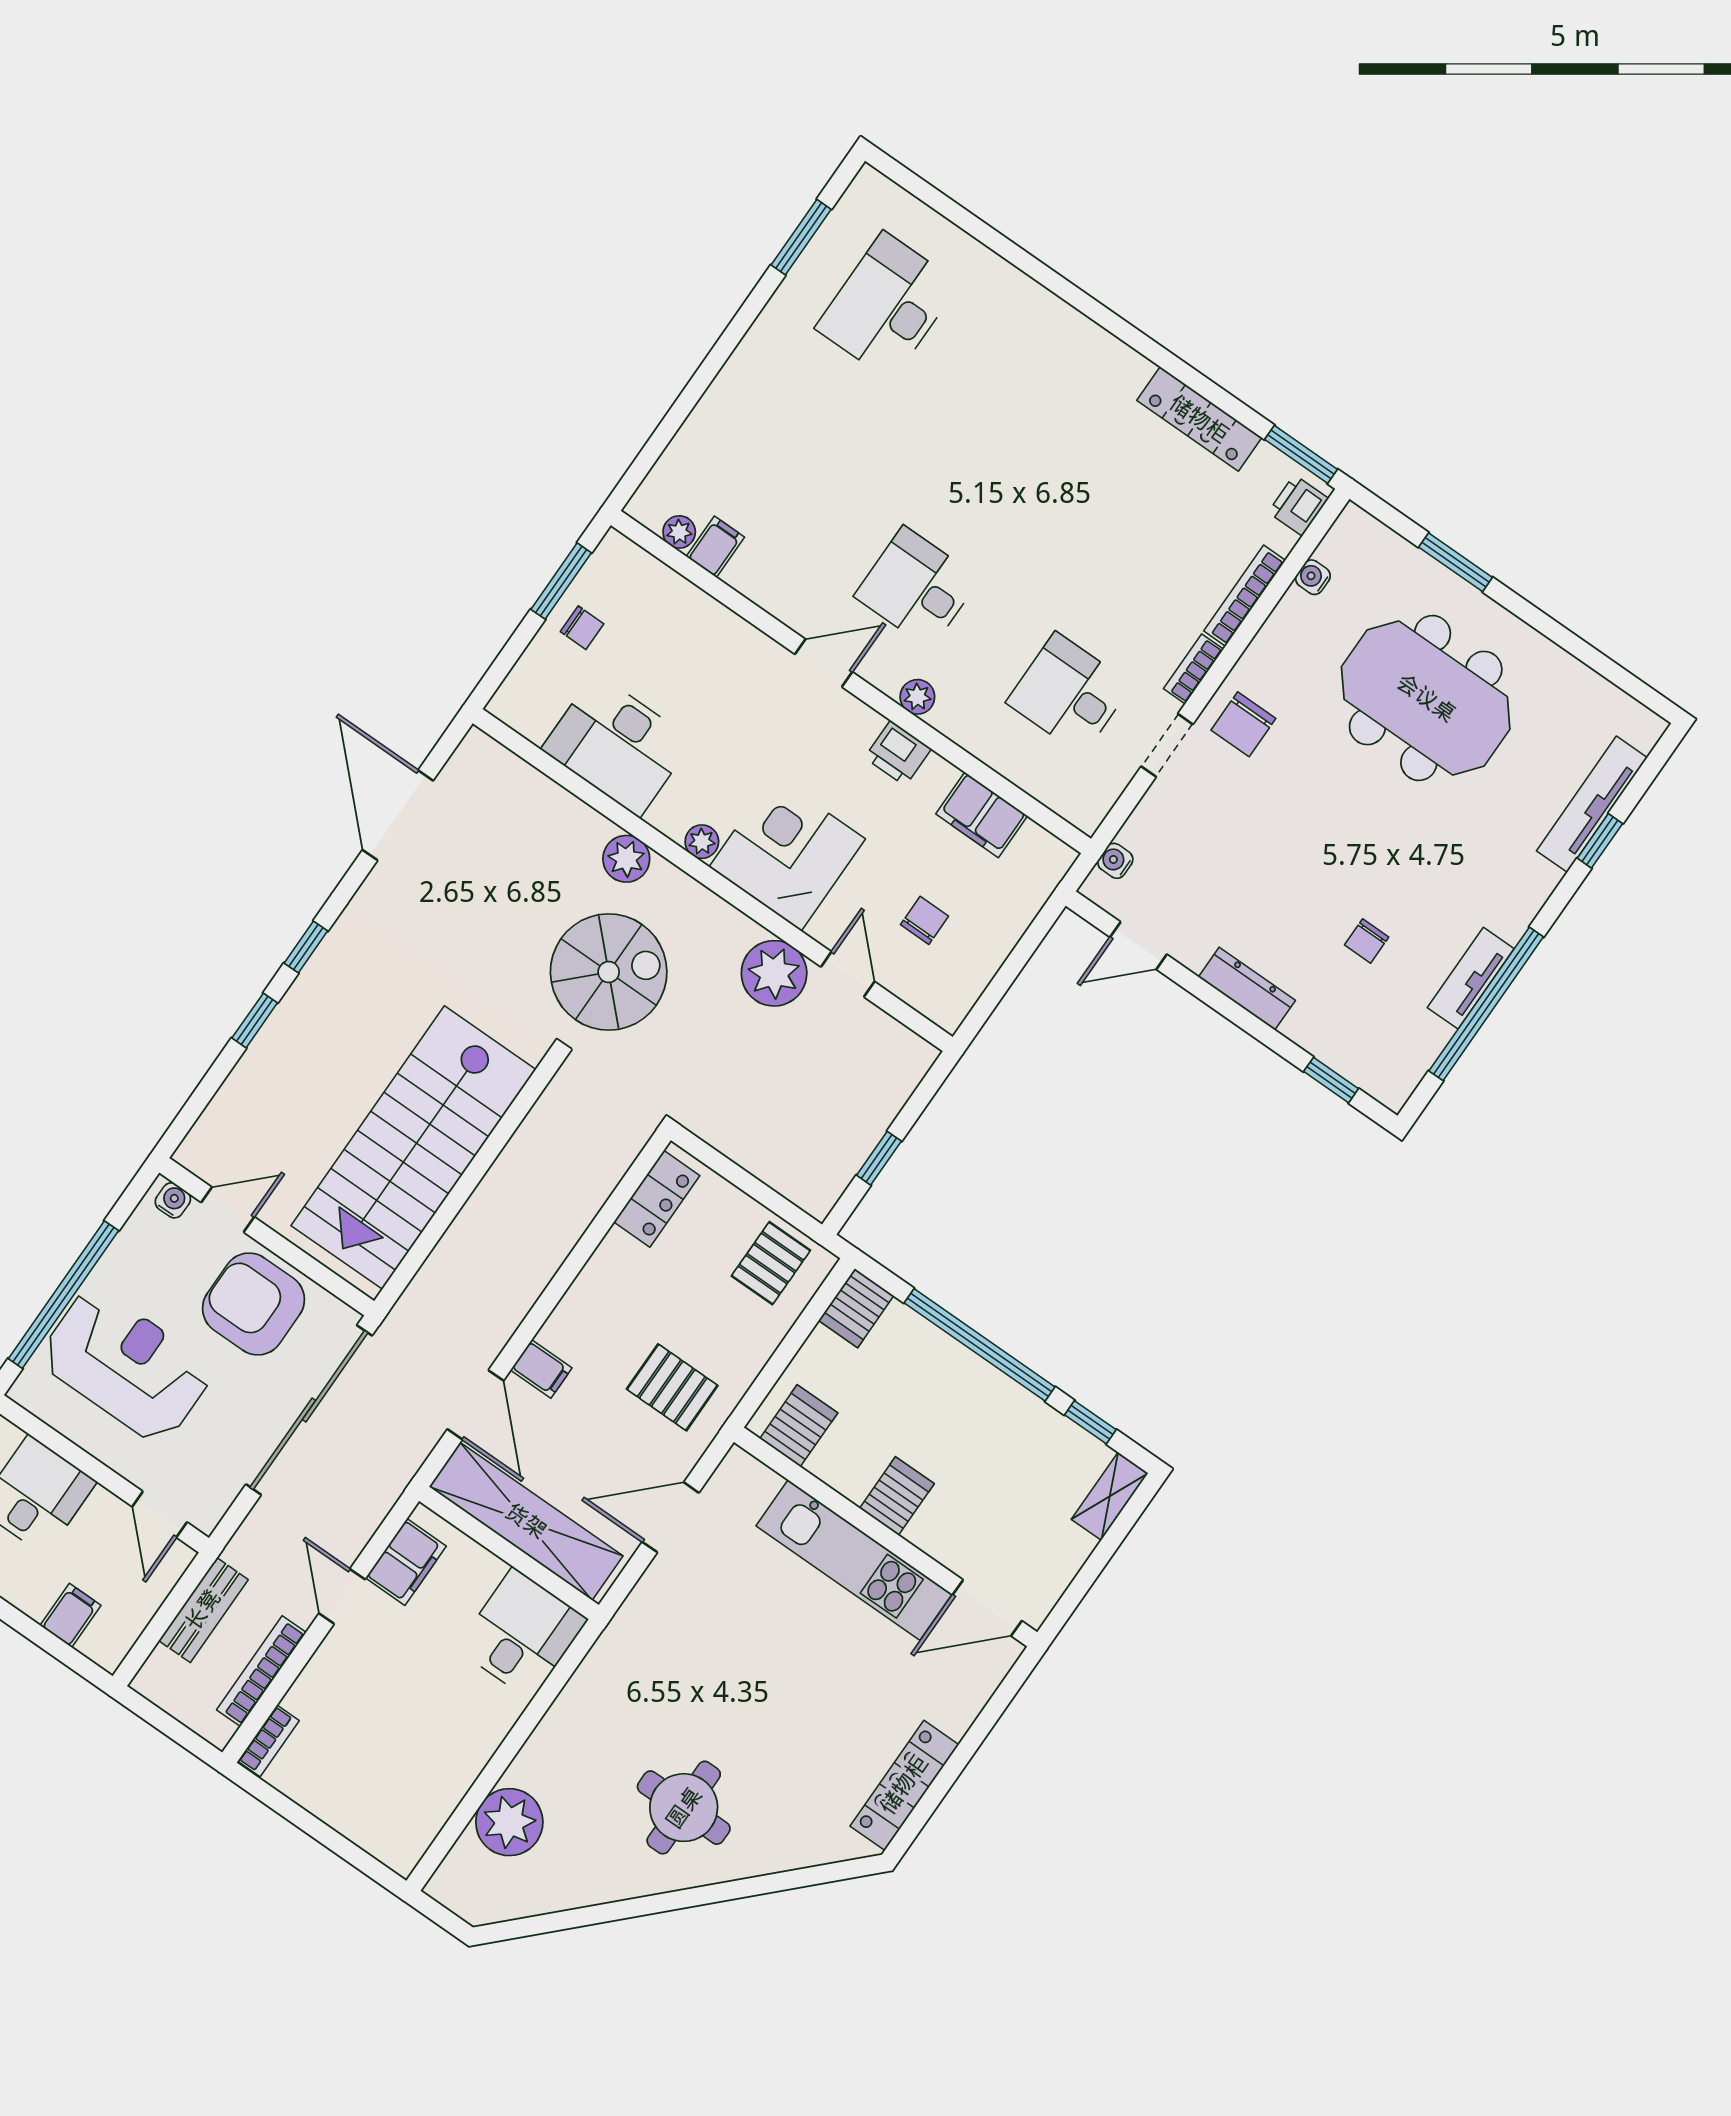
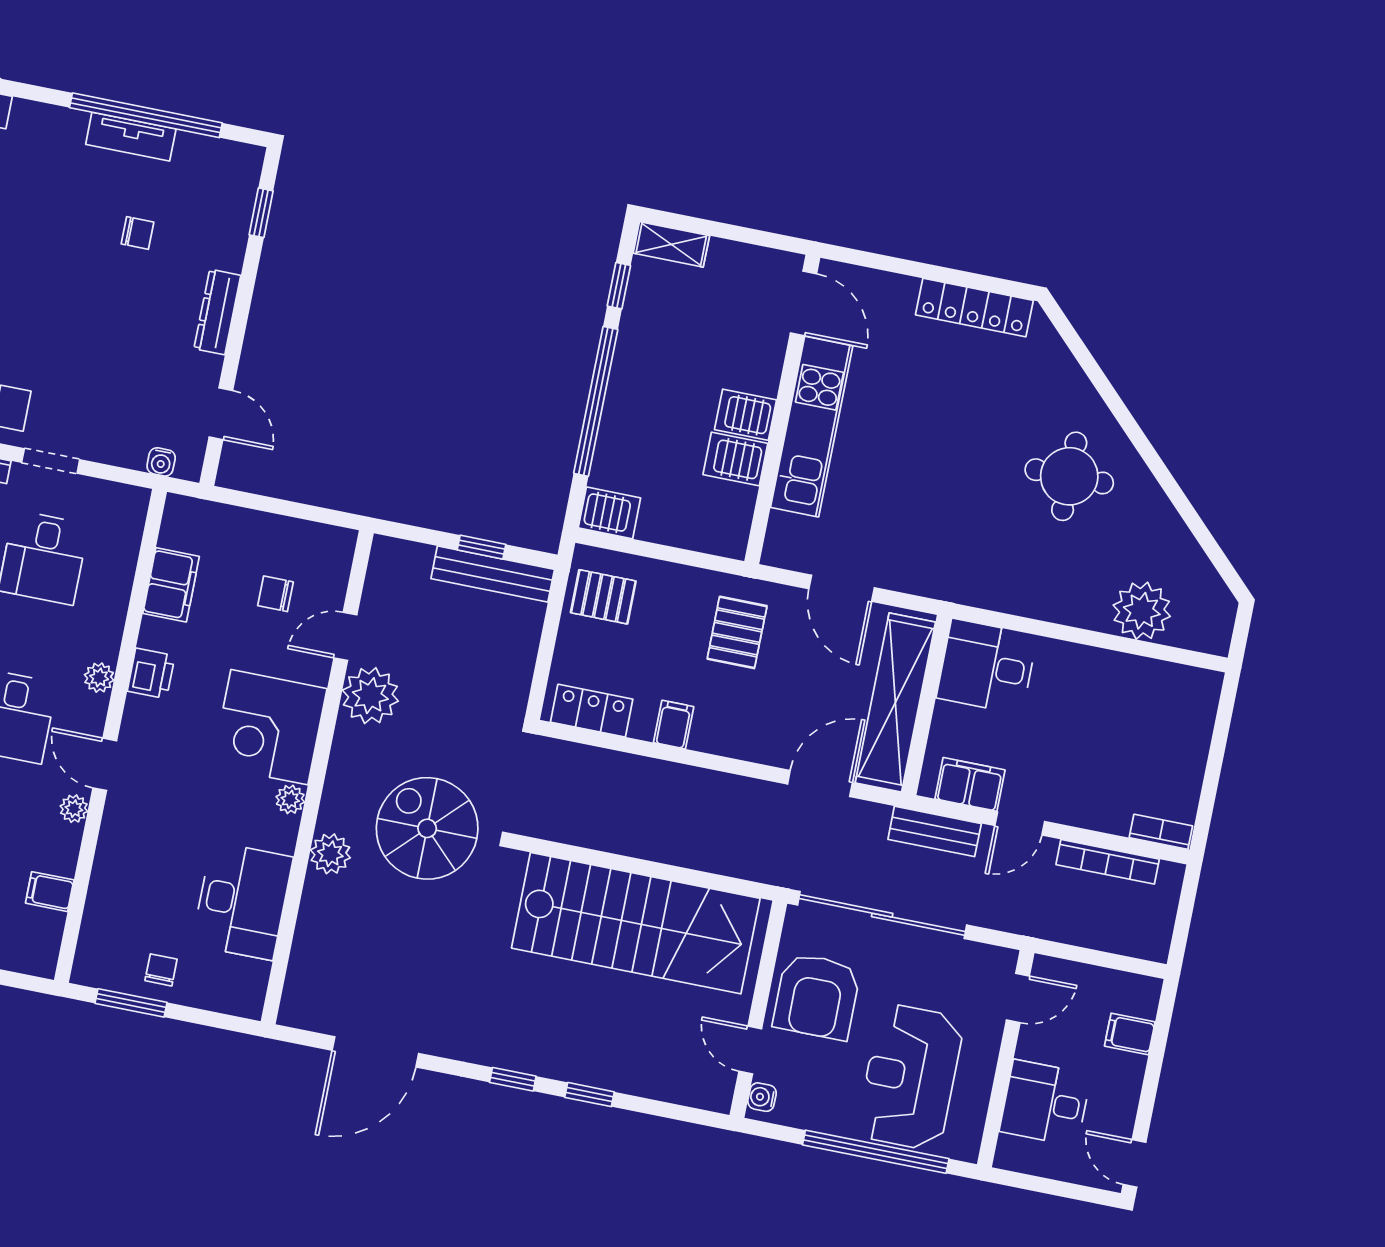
plant: (679, 532) -> (74, 809), moved
bench: (846, 1158) -> (493, 574), added
filing cabinet: (541, 1369) -> (674, 725), moved
server rack: (799, 1426) -> (735, 459), moved
bench: (203, 1610) -> (935, 831), moved

